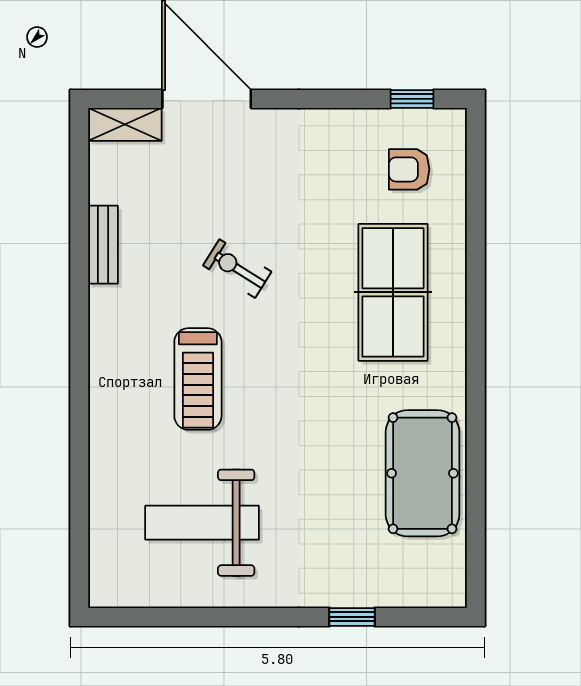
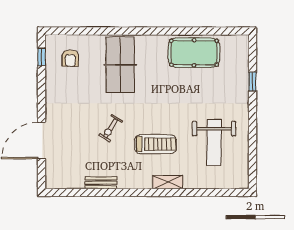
shelving: (125, 124) -> (168, 182), moved, turned 90
table tennis table: (393, 292) -> (120, 65), turned 90

